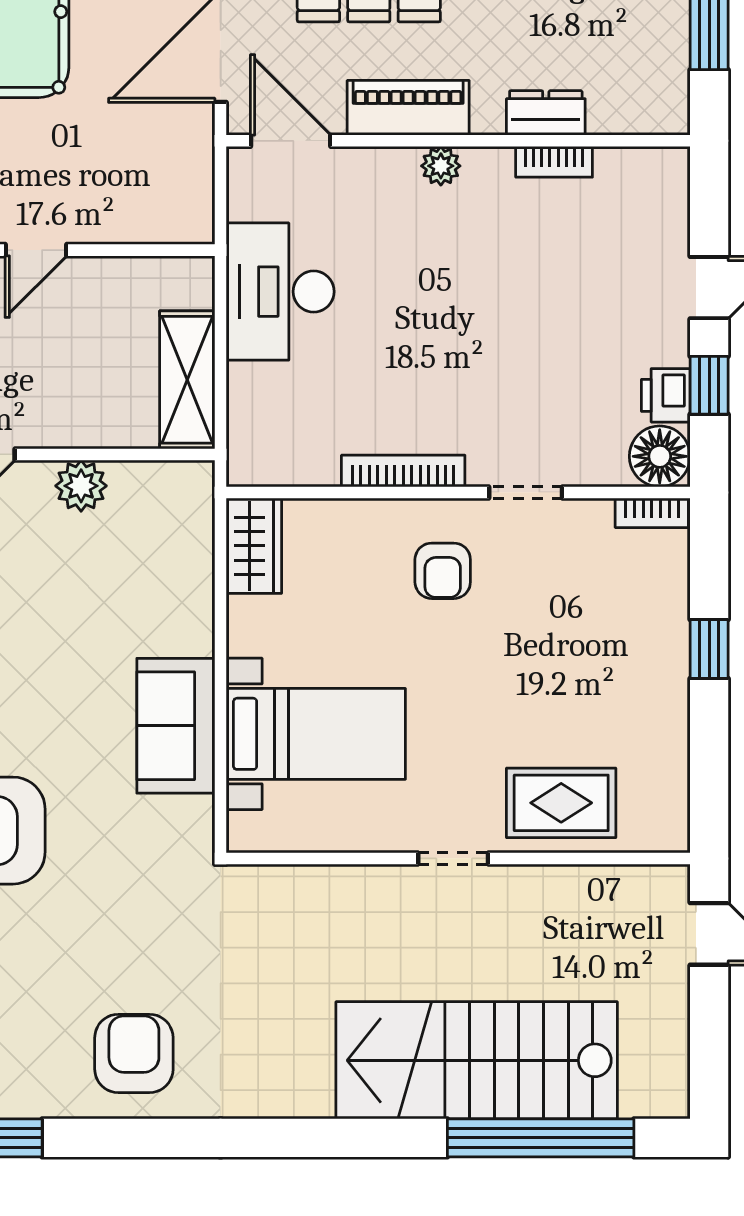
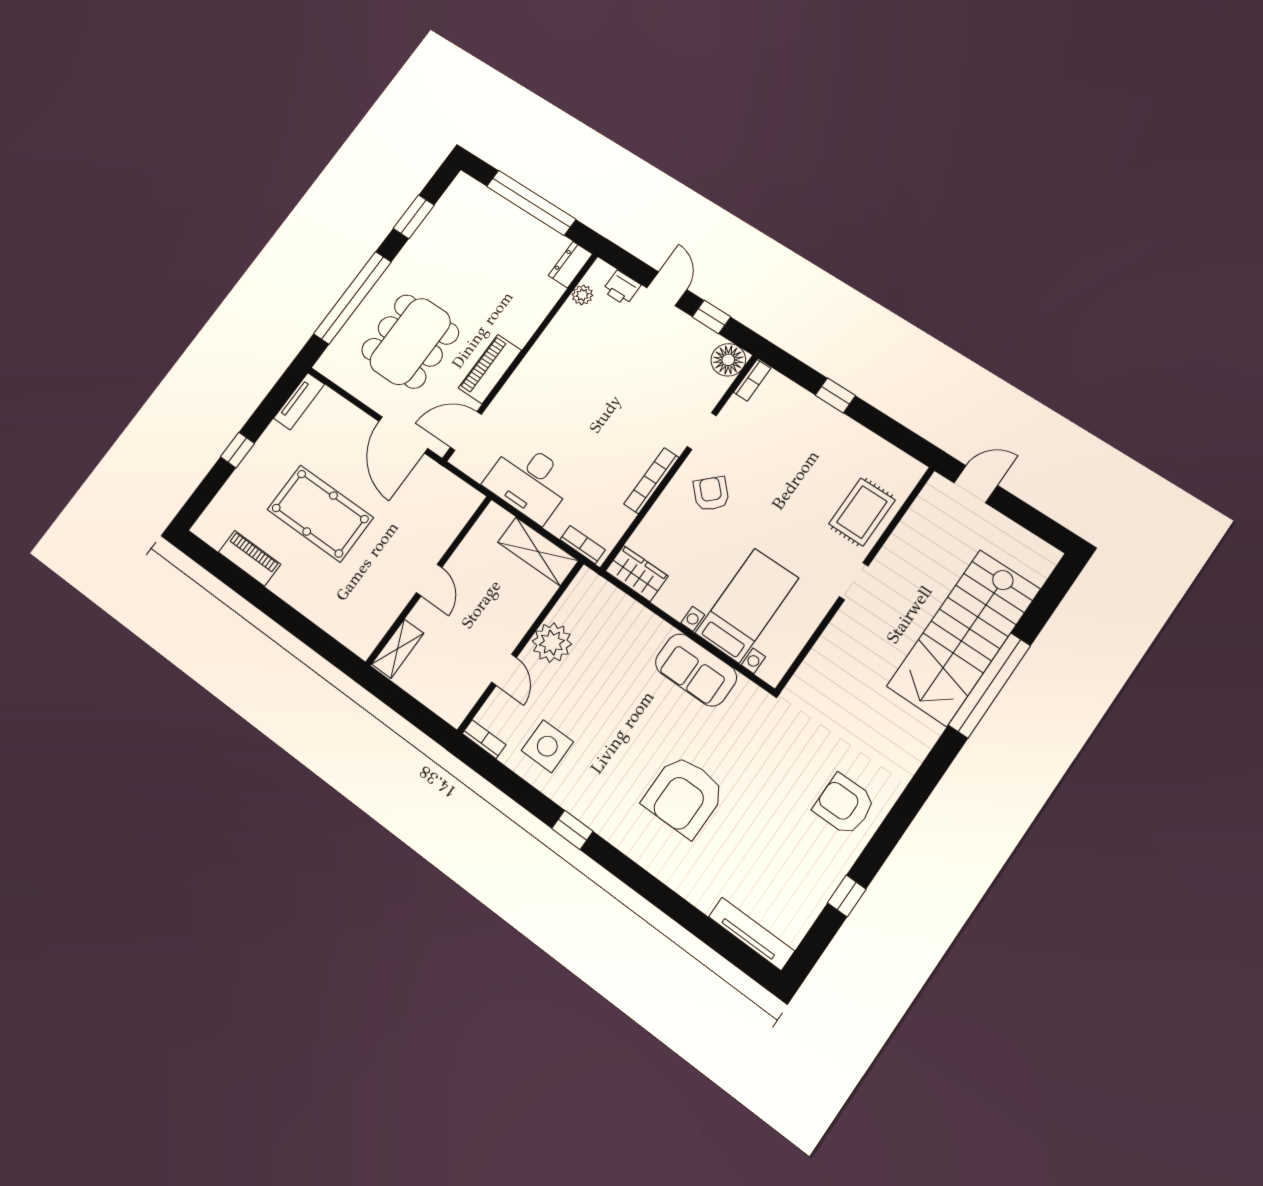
dresser: (546, 113) -> (570, 265), moved
bookcase: (554, 162) -> (583, 545), moved, turned -90
plant: (441, 166) -> (582, 295), moved
printer: (666, 395) -> (622, 288), moved
plant: (81, 486) -> (552, 643), width x1.36, depth x1.36
armchair: (443, 571) -> (711, 494), turned -134
window: (541, 1138) -> (989, 685), moved

